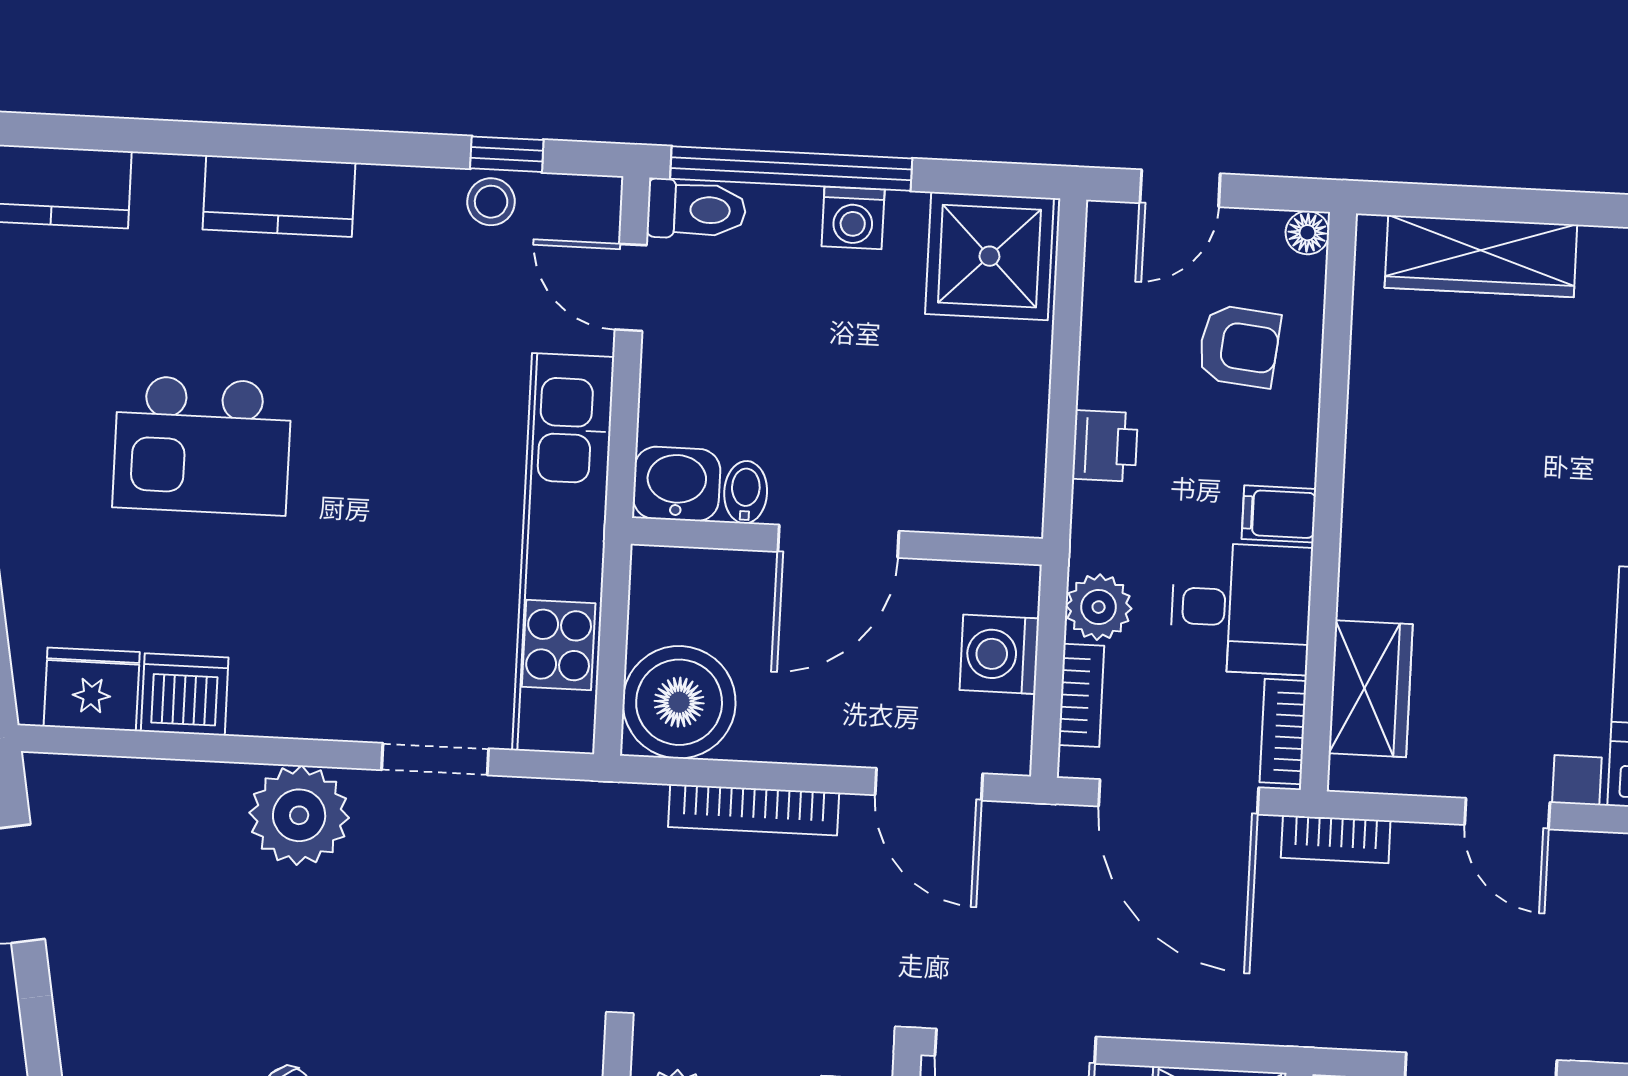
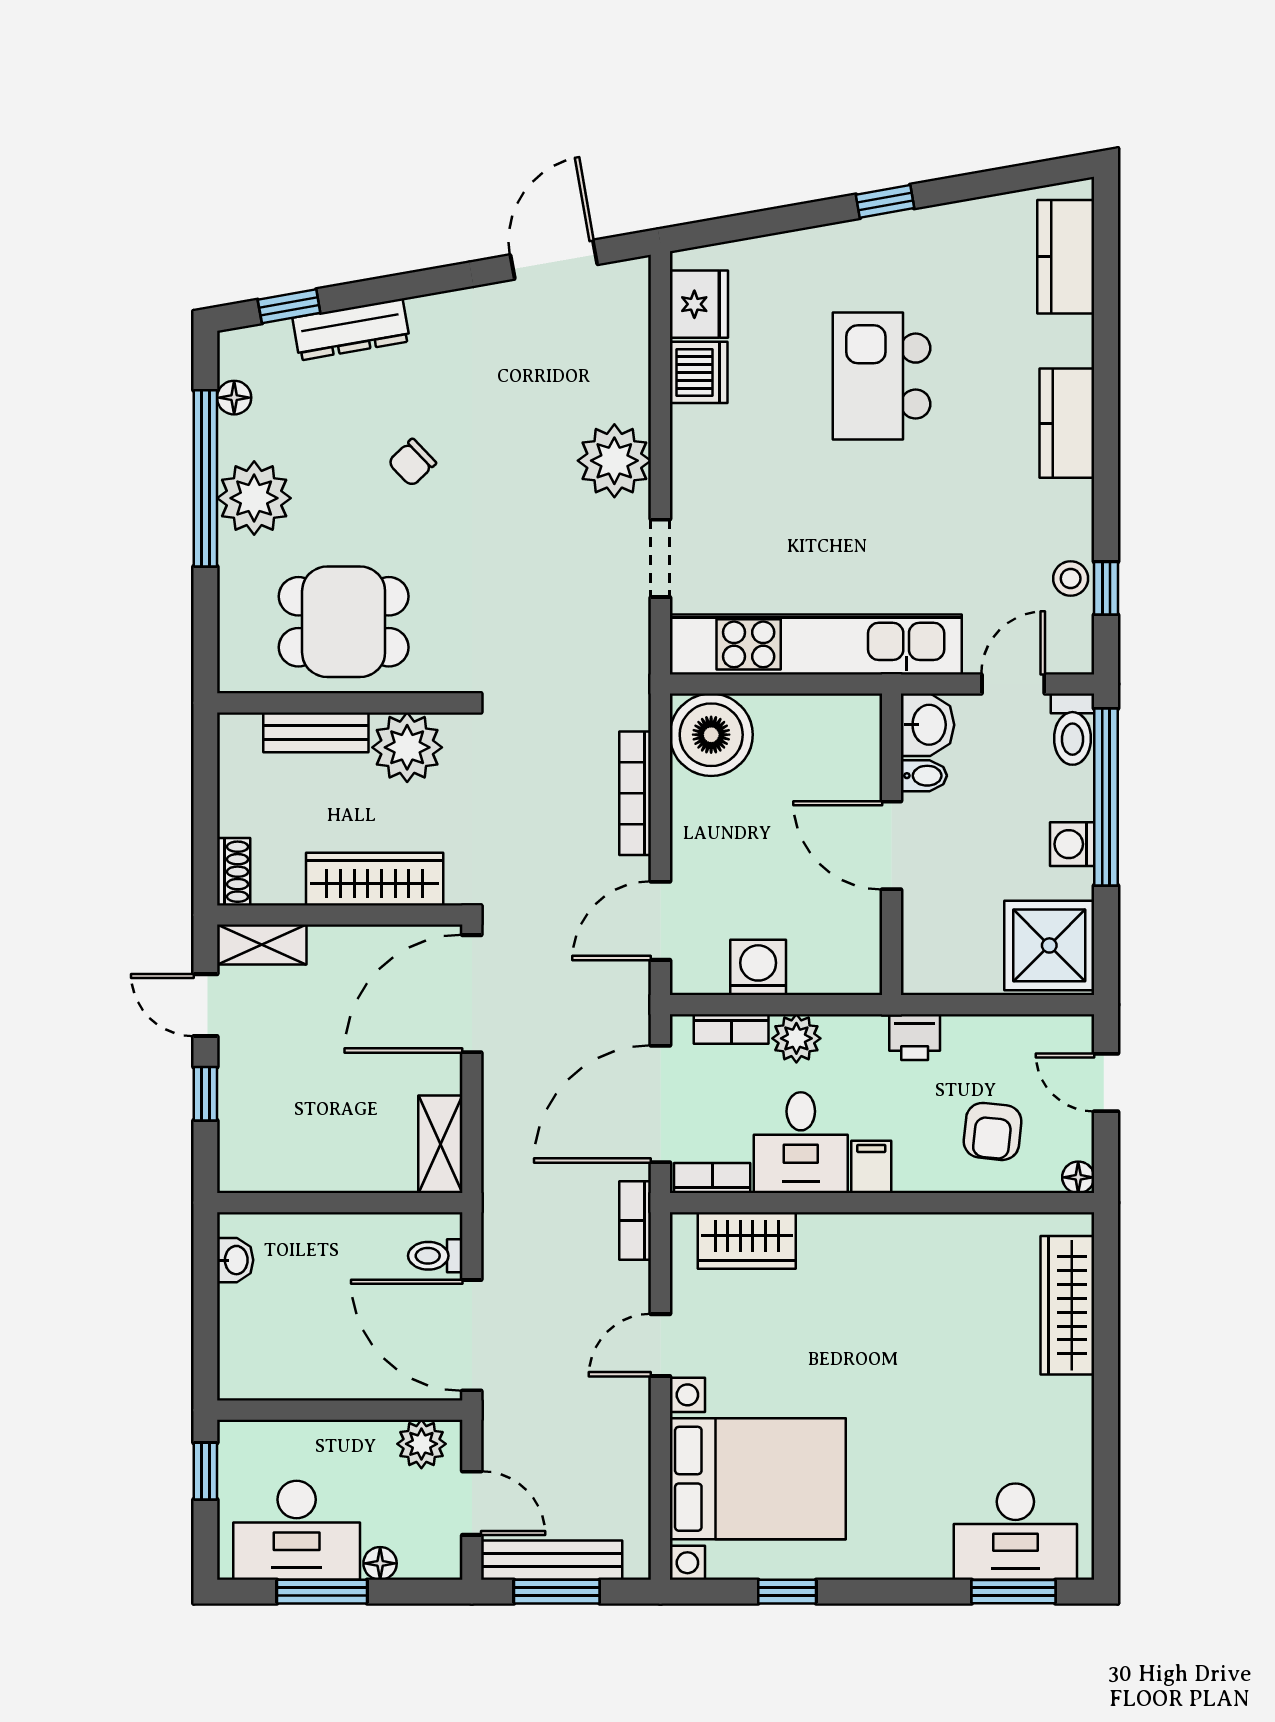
washbasin: (677, 484) -> (927, 725), moved
bidet: (746, 492) -> (924, 776), moved
wall: (837, 541) -> (891, 844), moved
door: (838, 541) -> (891, 845), moved

